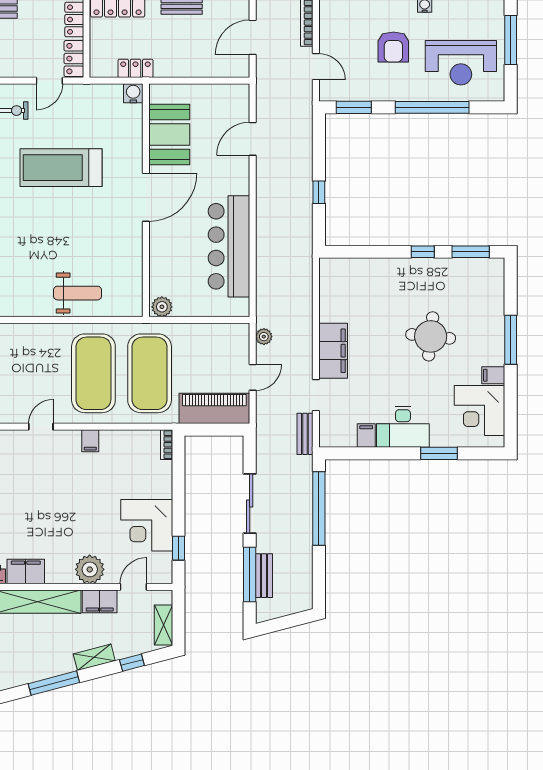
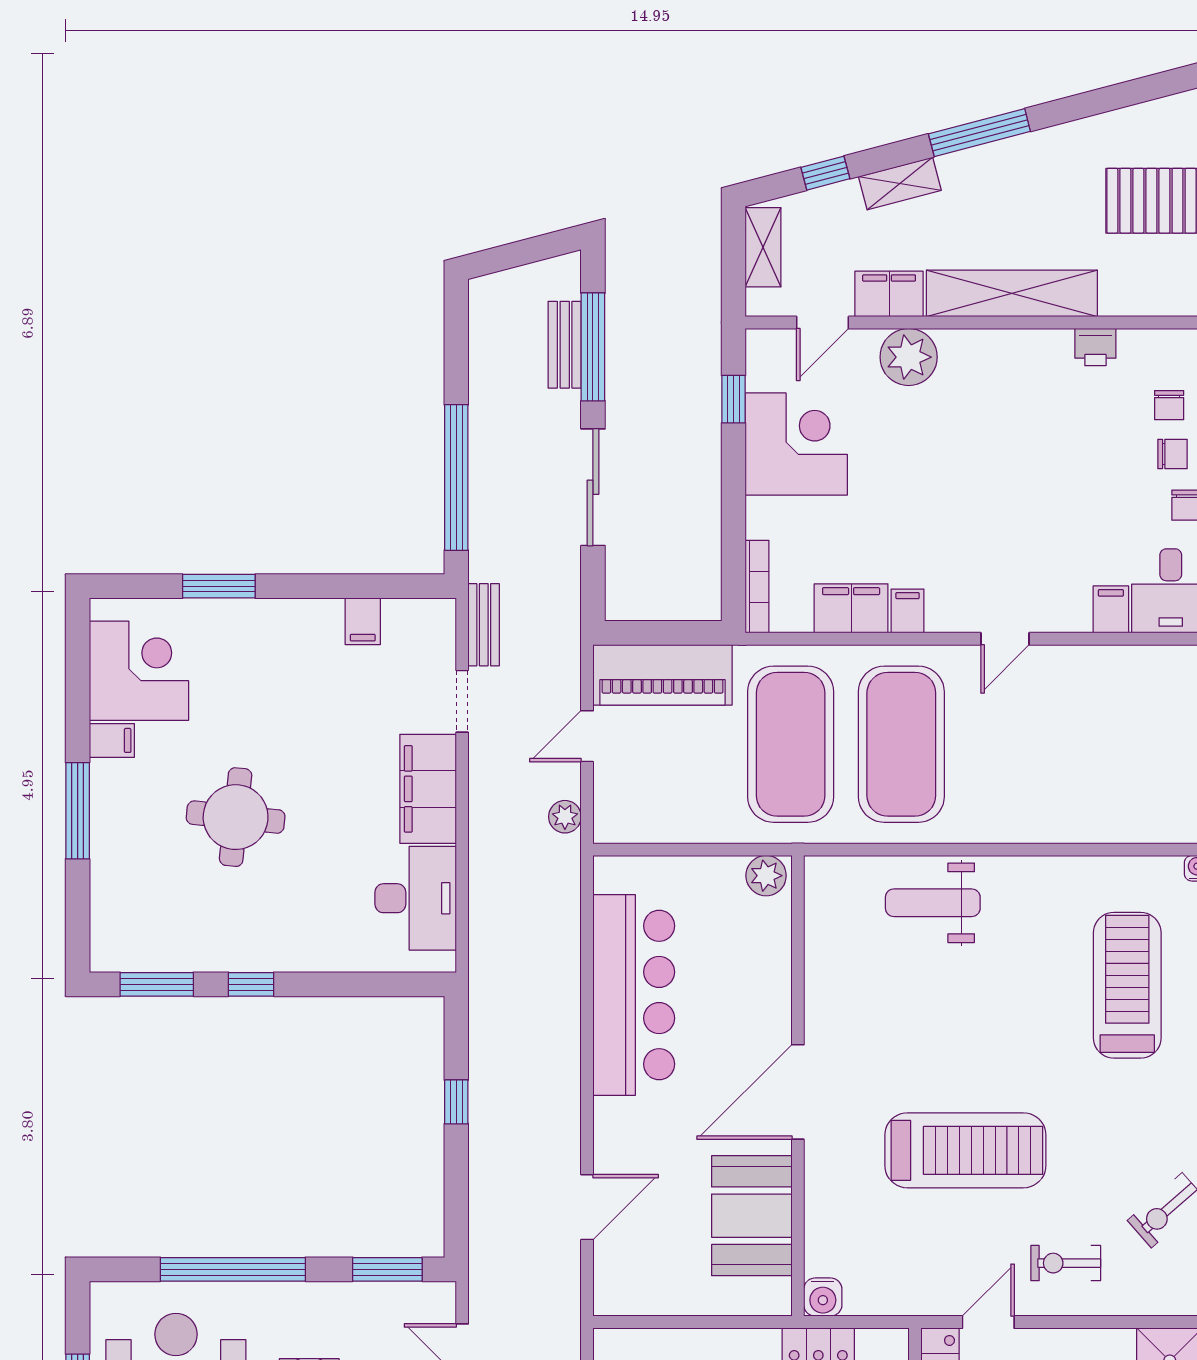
desk: (403, 427) -> (416, 898), moved, turned 90
bookcase: (167, 445) -> (757, 587), width x1.56
filing cabinet: (26, 571) -> (851, 608), moved, turned 180

